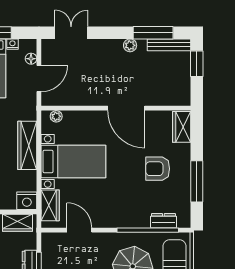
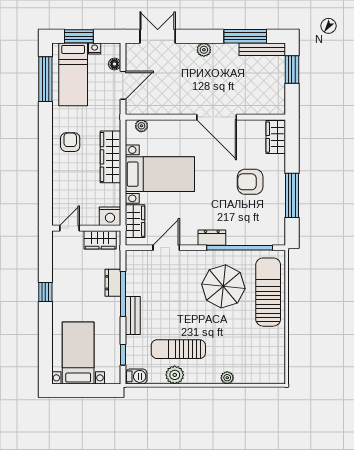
plant: (130, 45) -> (204, 50), moved
dresser: (163, 221) -> (212, 238), moved
door: (79, 230) -> (166, 248), hinge flipped

